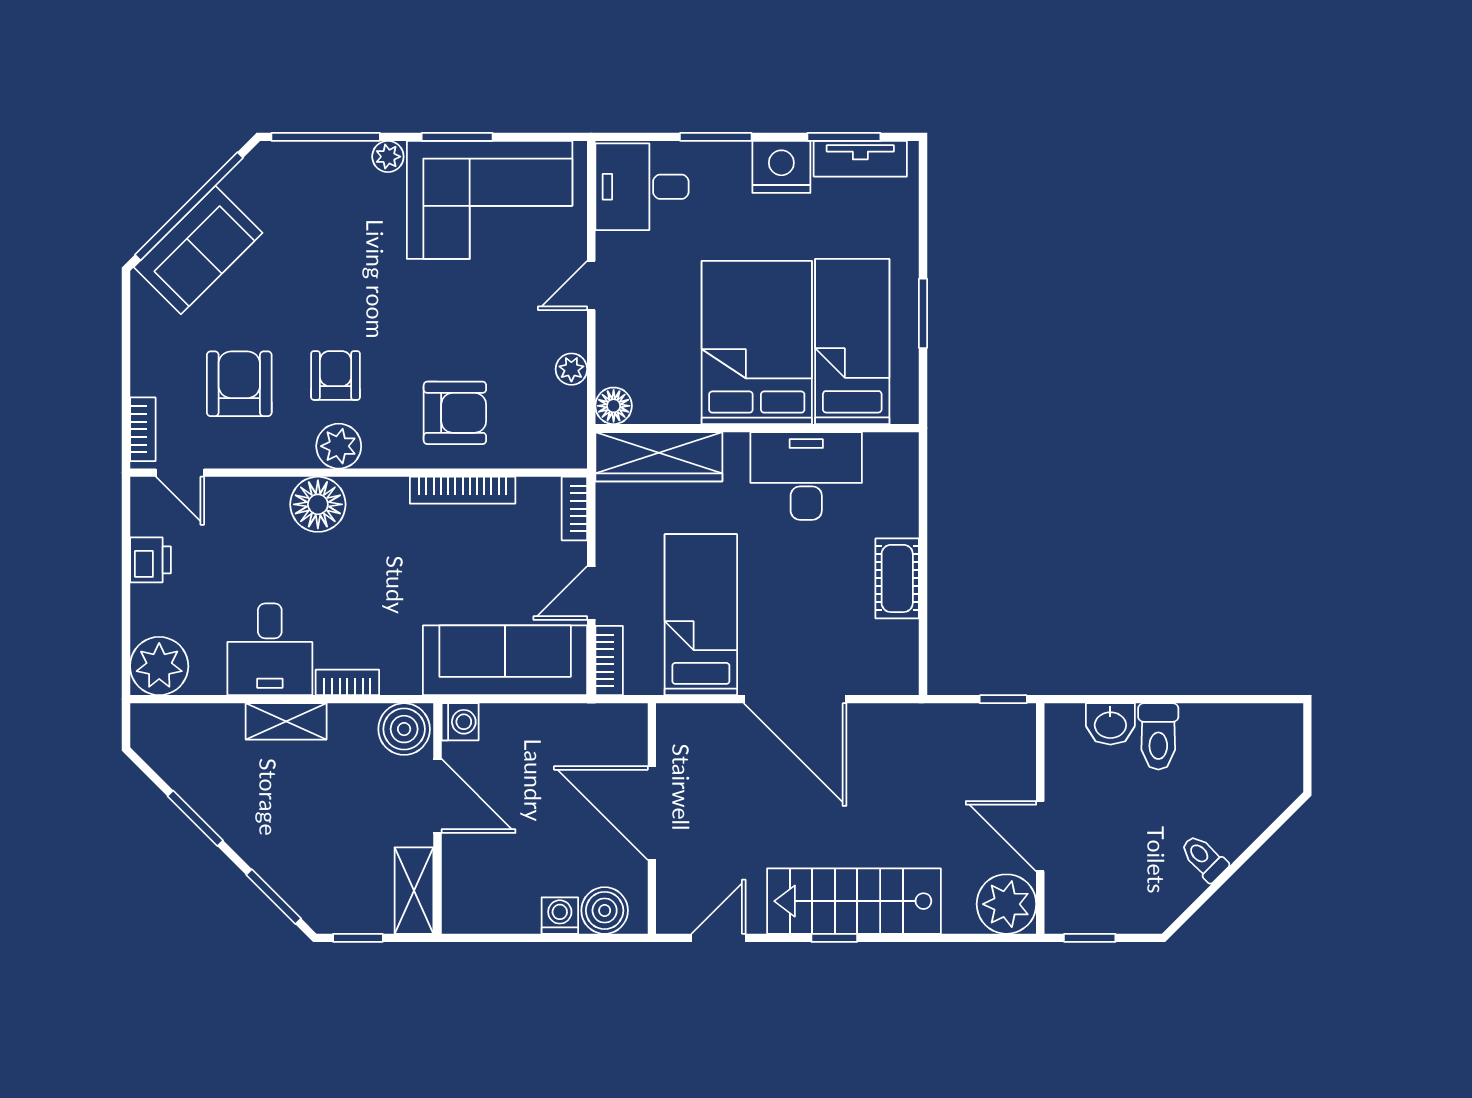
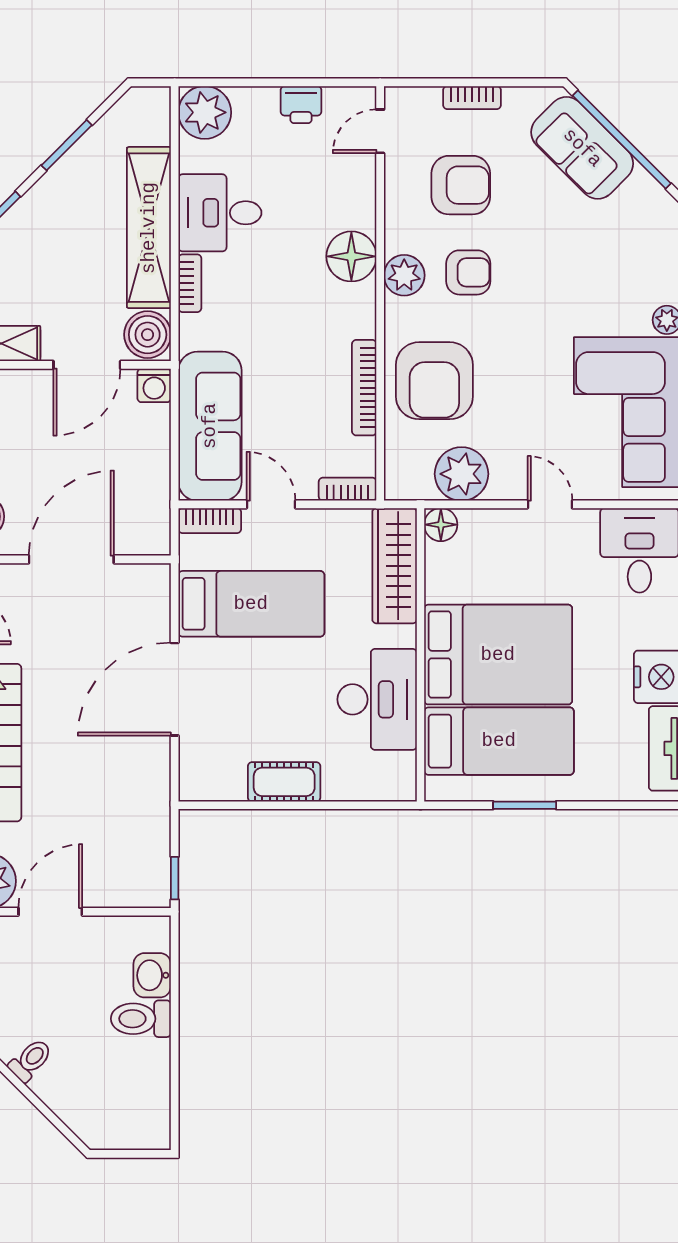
plant: (571, 369) -> (461, 474), width x1.88, depth x1.88
armchair: (455, 413) -> (434, 381), width x1.36, depth x1.36
bookcase: (143, 429) -> (472, 98), moved
shelving: (286, 721) -> (149, 228), width x2.20, depth x1.33

